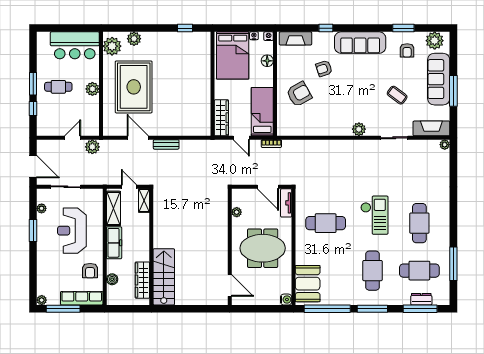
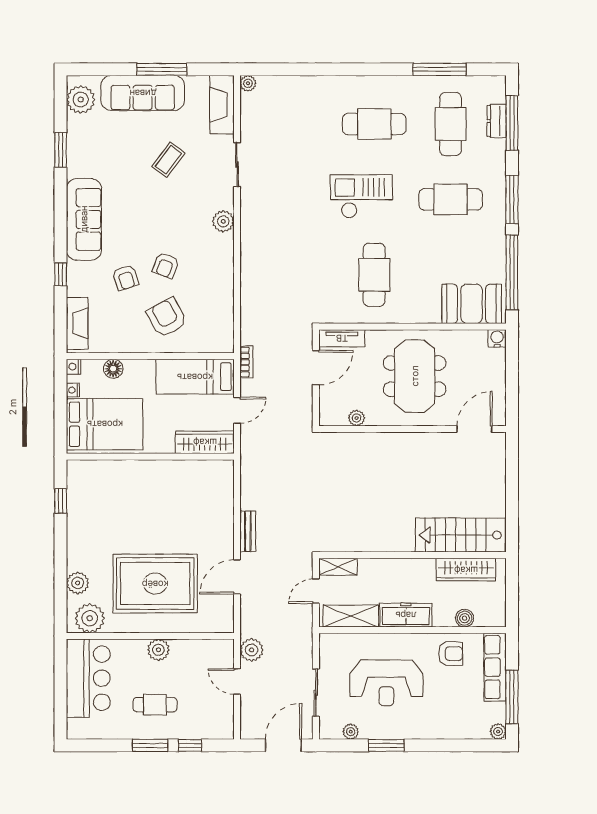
armchair: (407, 50) -> (166, 265), moved, turned 111
cafe table: (58, 87) -> (155, 705), turned 90

